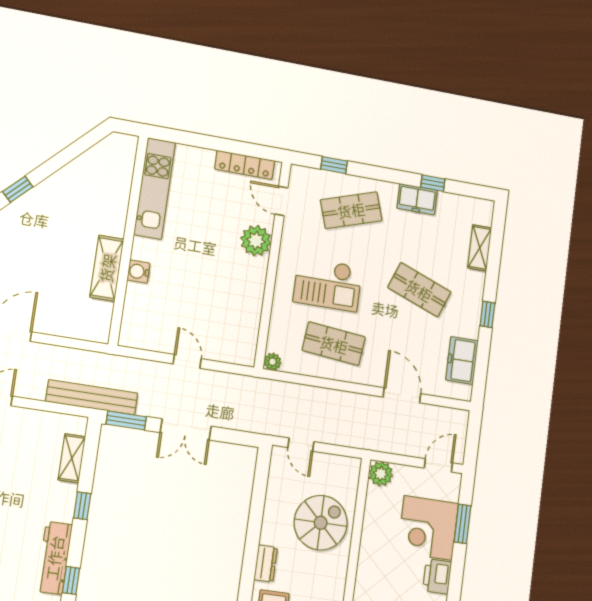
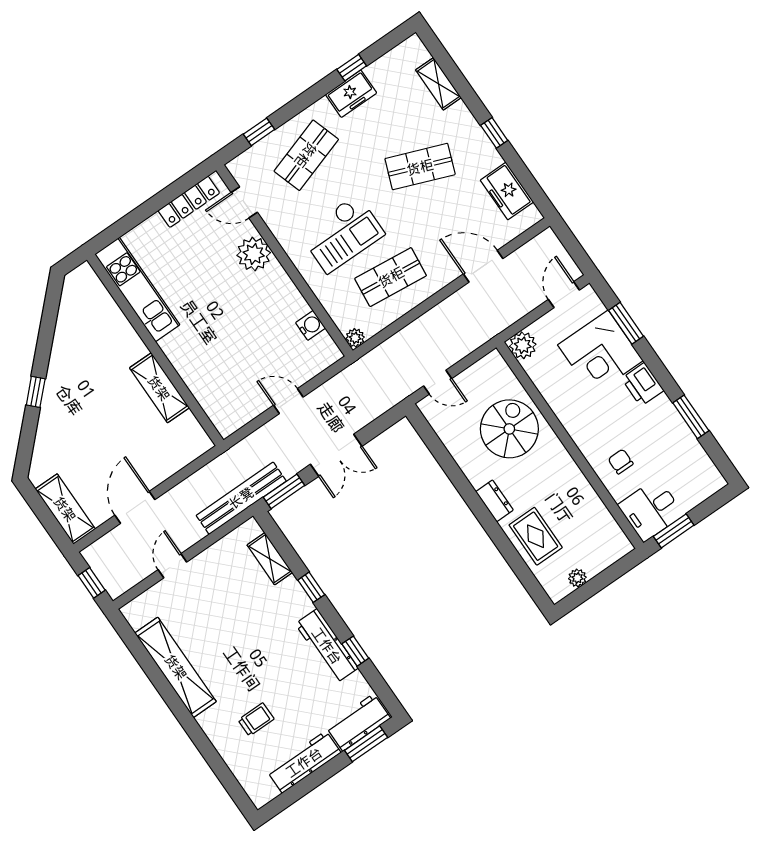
water cooler: (138, 272) -> (311, 325), moved, turned 180

